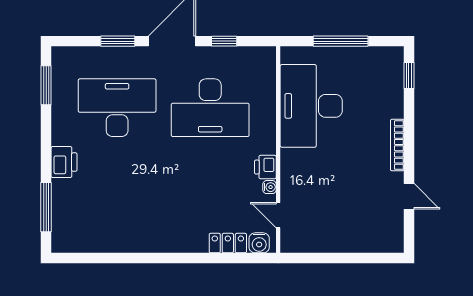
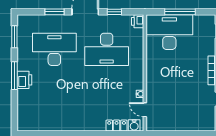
desk: (311, 106) -> (169, 32), moved, turned 90
printer: (265, 167) -> (138, 21), moved
window: (46, 207) -> (14, 76), moved

